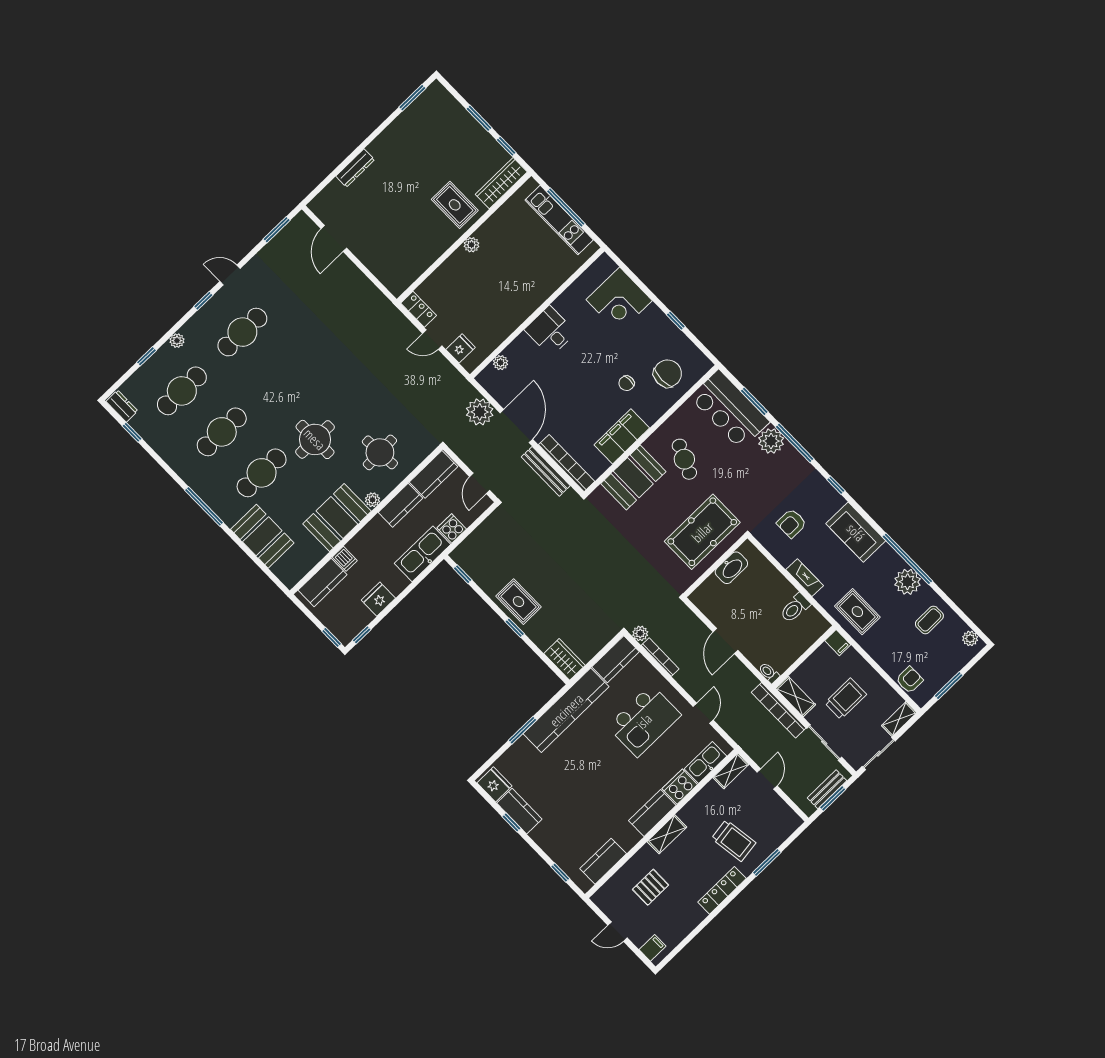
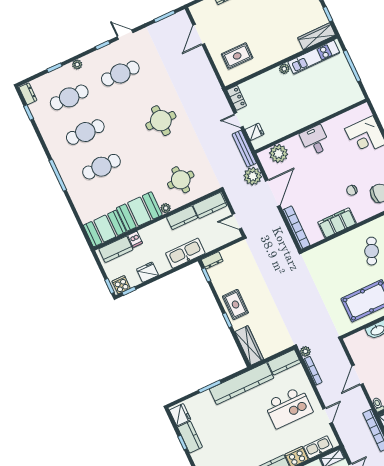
rug: (455, 205) -> (237, 56), moved, turned 90
kitchen unit: (559, 220) -> (314, 57), moved, turned -90
plant: (501, 363) -> (279, 154), width x1.88, depth x1.88
round table: (315, 439) -> (161, 121), moved
bench: (546, 471) -> (244, 149), moved
booth: (633, 478) -> (335, 251), removed
door: (480, 483) -> (237, 221), hinge flipped
cooker: (452, 528) -> (121, 285), moved
booth: (262, 536) -> (105, 229), moved, turned 90
dresser: (464, 551) -> (212, 260), added
wardrobe: (564, 659) -> (249, 345), width x1.50

